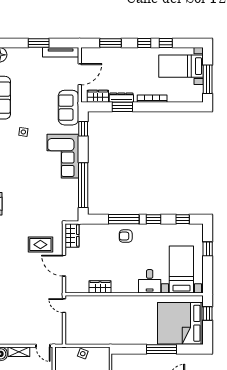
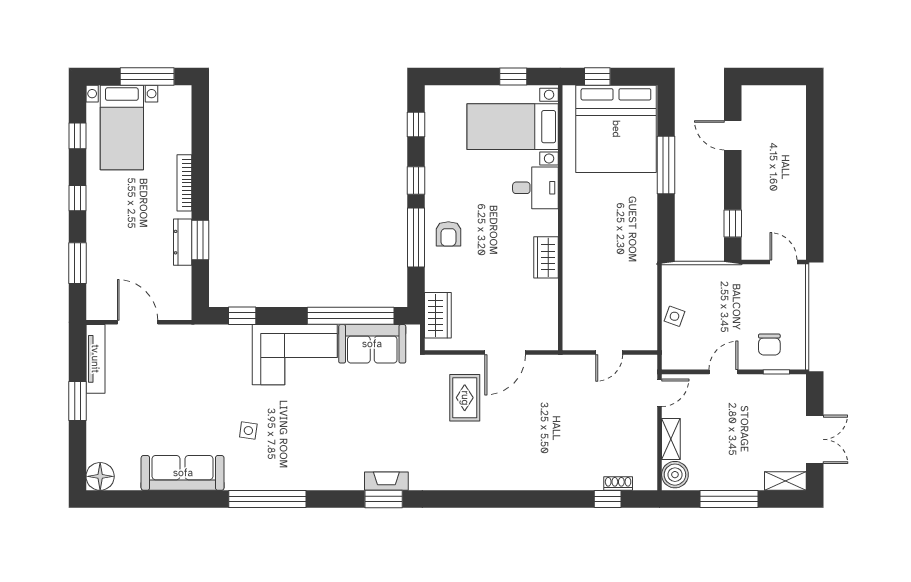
window: (166, 43) -> (77, 136), moved
wardrobe: (98, 96) -> (180, 287), removed
sofa: (68, 108) -> (372, 344), moved
wardrobe: (72, 235) -> (438, 315), moved, turned 90
window: (208, 249) -> (513, 77), moved
wardrobe: (100, 287) -> (546, 257), moved
door: (64, 306) -> (609, 352), moved

